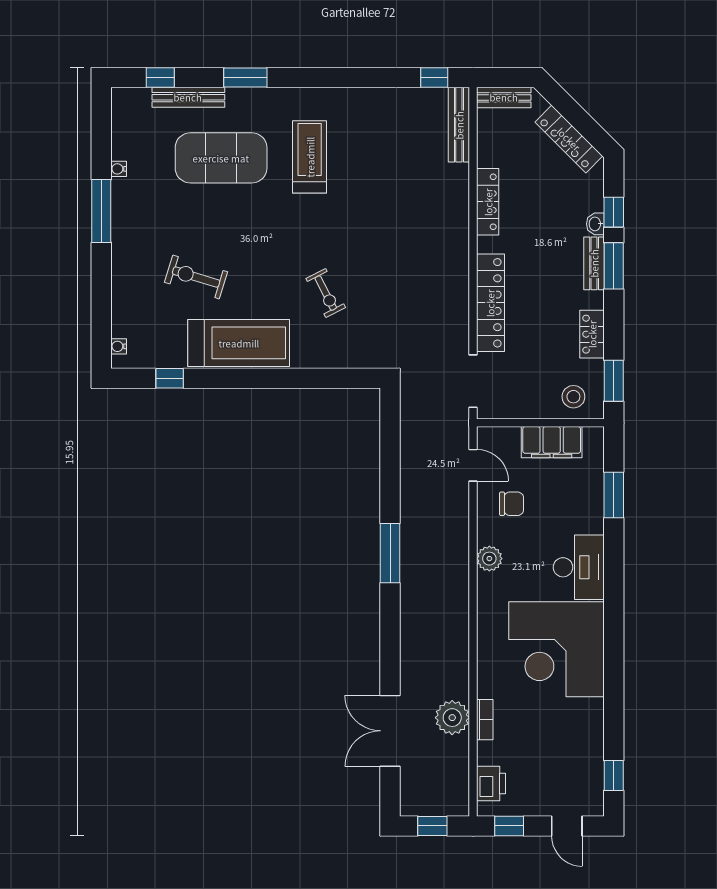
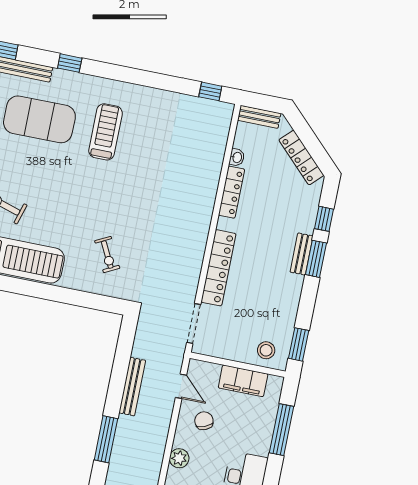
window: (245, 77) -> (70, 63), width x0.67
bench: (459, 125) -> (132, 387), moved
washbasin: (595, 224) -> (237, 157), moved, turned 180
exercise bike: (326, 293) -> (107, 255), moved
locker: (592, 334) -> (289, 306), removed
window: (614, 495) -> (281, 430), width x1.44
chair: (512, 504) -> (204, 421), turned -112

